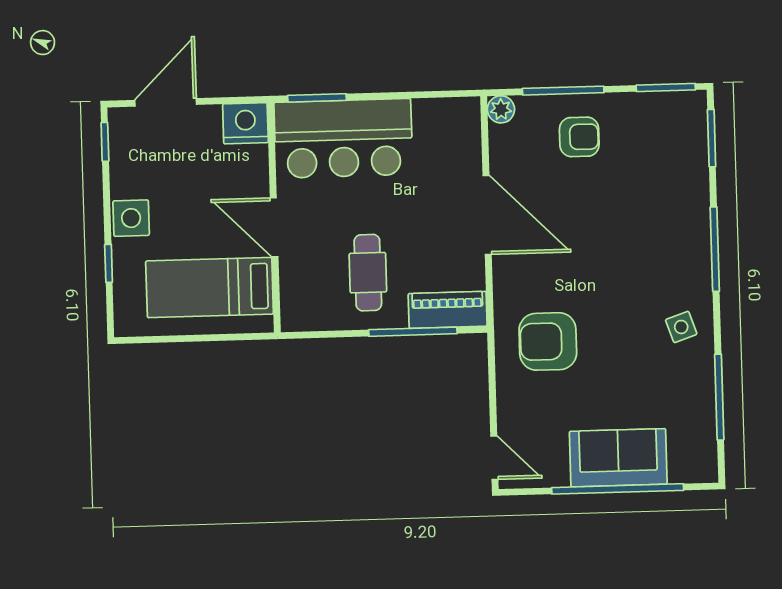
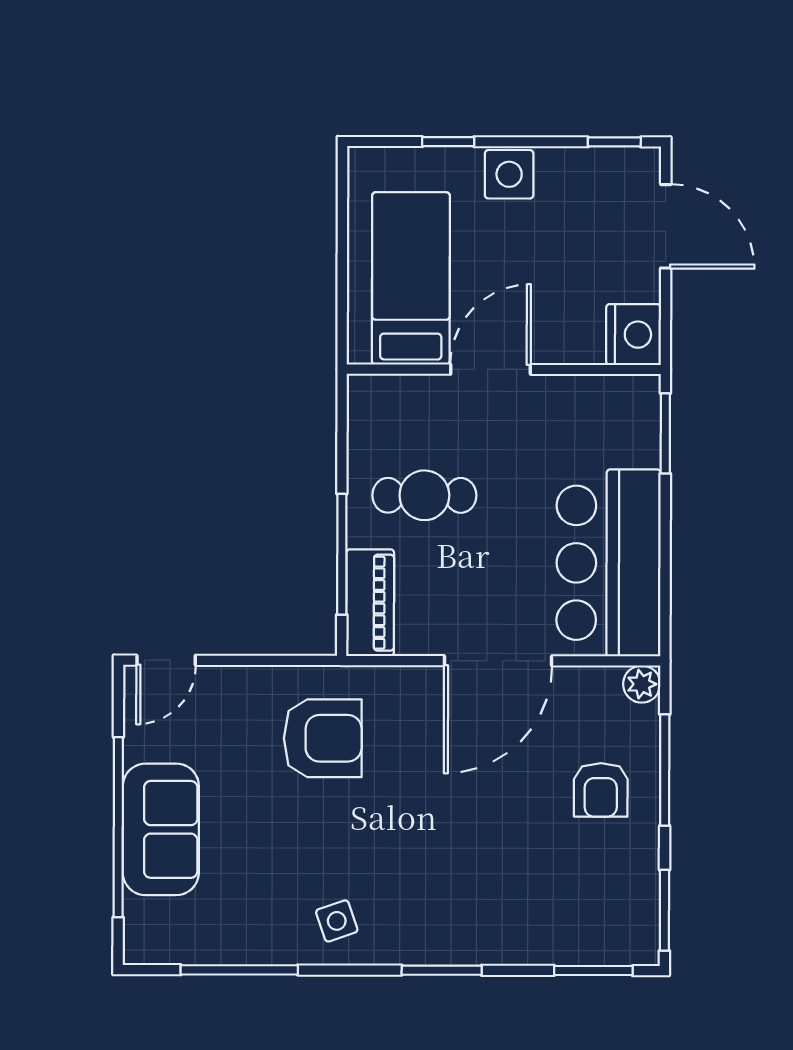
bar counter: (343, 138) -> (609, 563), moved
window: (715, 249) -> (442, 970), width x0.69
armchair: (548, 341) -> (323, 738), turned 90

